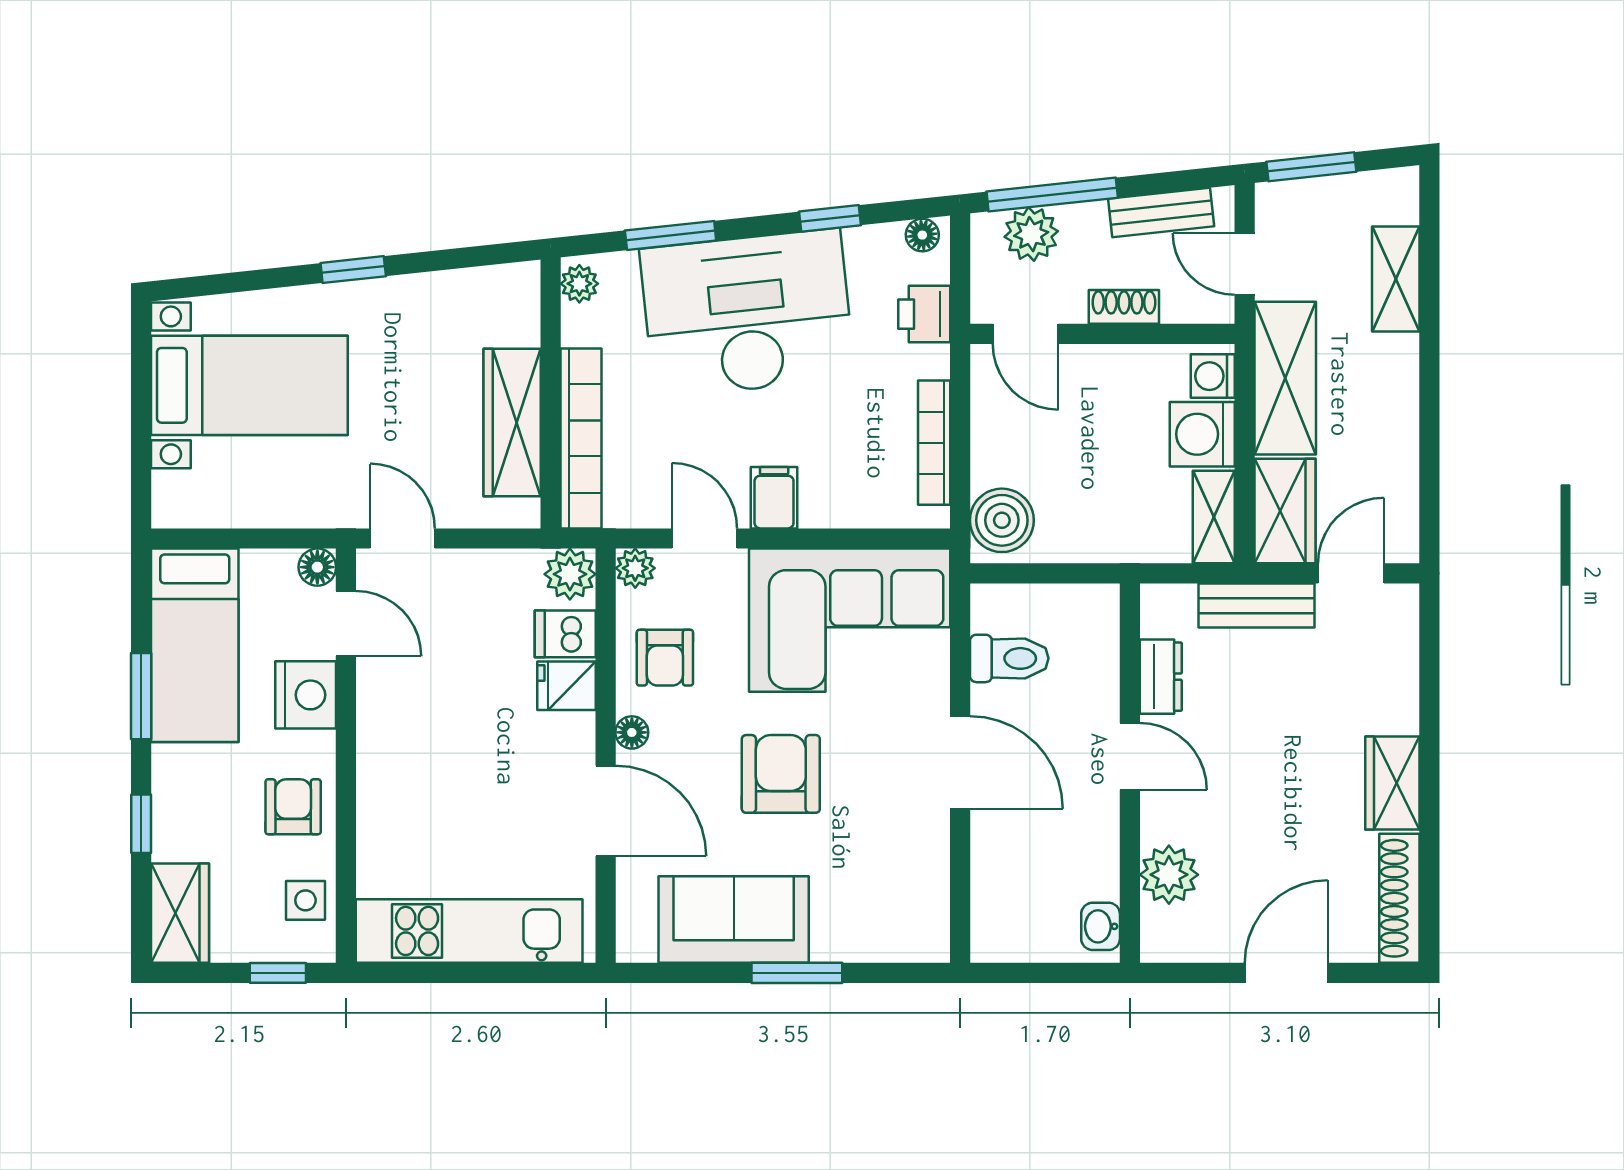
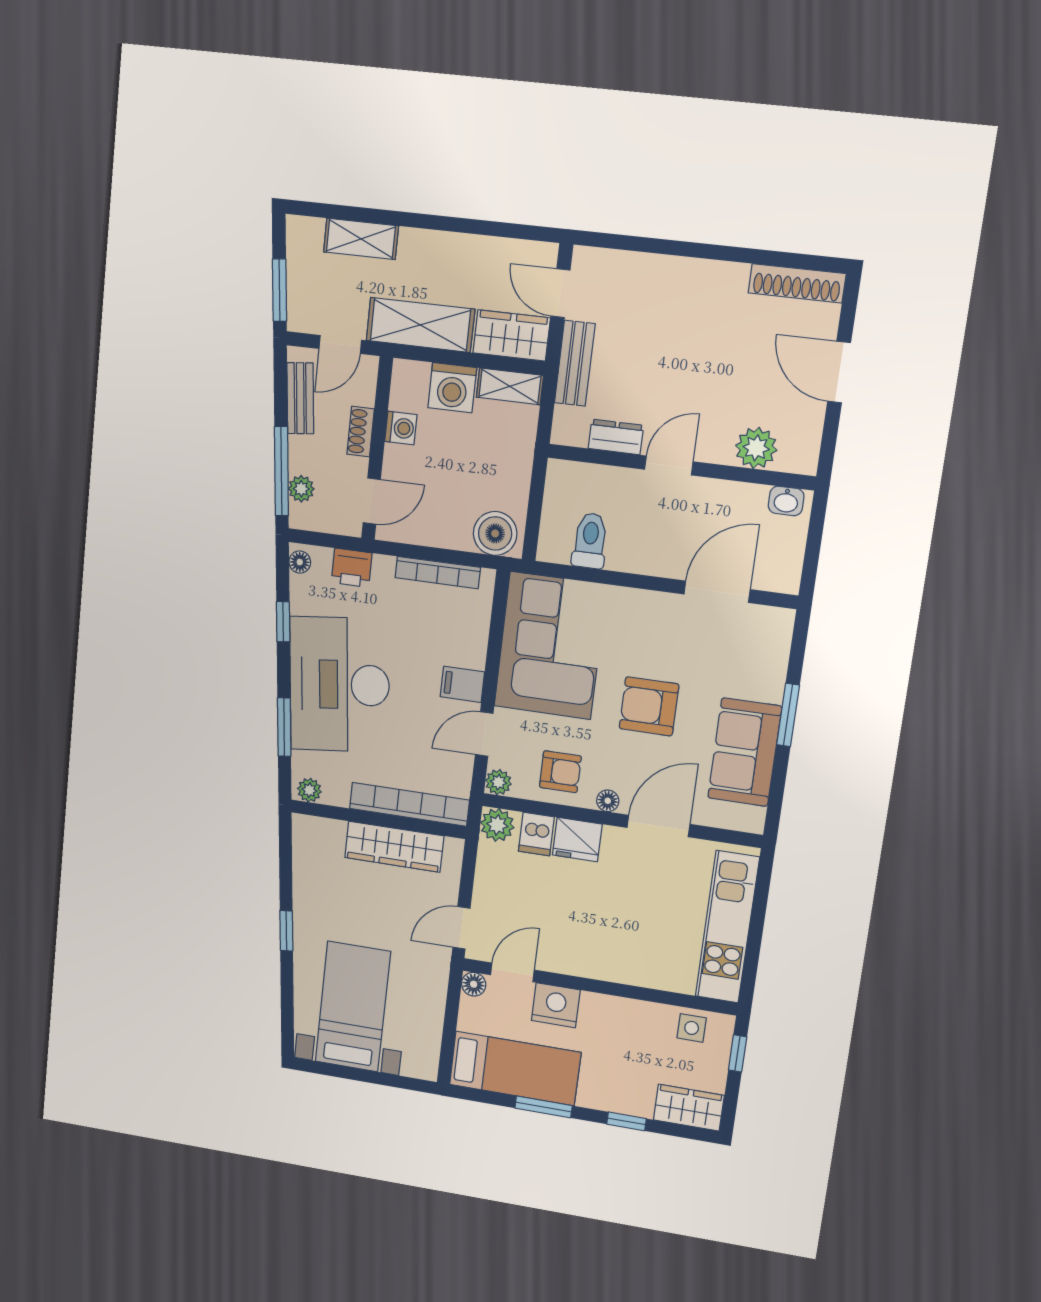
plant: (1031, 234) -> (301, 489), width x0.73, depth x0.73
washing machine: (1213, 376) -> (401, 428), moved, turned -90
fridge: (566, 686) -> (577, 840), width x1.38
door: (960, 762) -> (717, 592), moved
wardrobe: (1392, 783) -> (713, 280), removed
armchair: (293, 807) -> (628, 1025), removed

